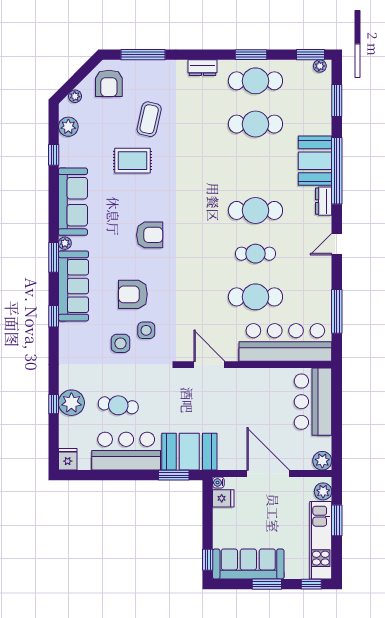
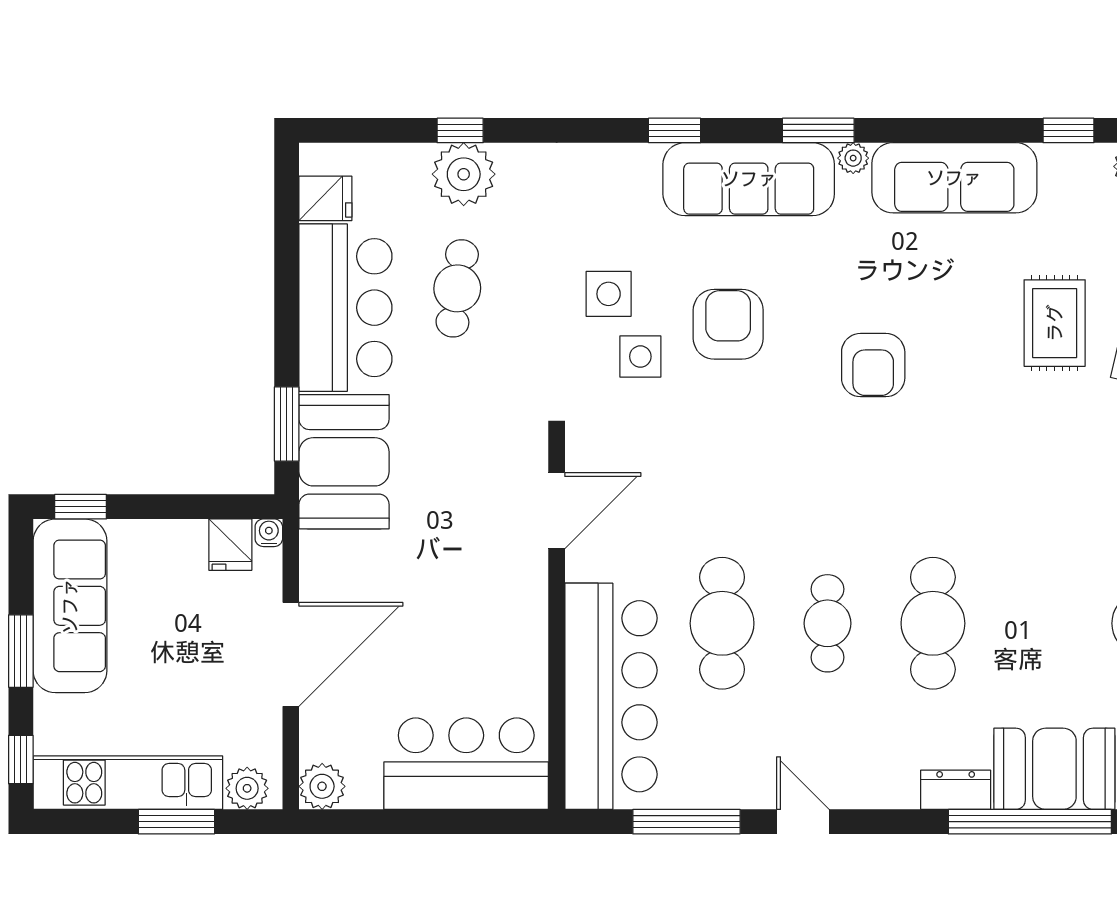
door: (337, 244) -> (803, 822), moved
fridge: (68, 459) -> (325, 198), moved

